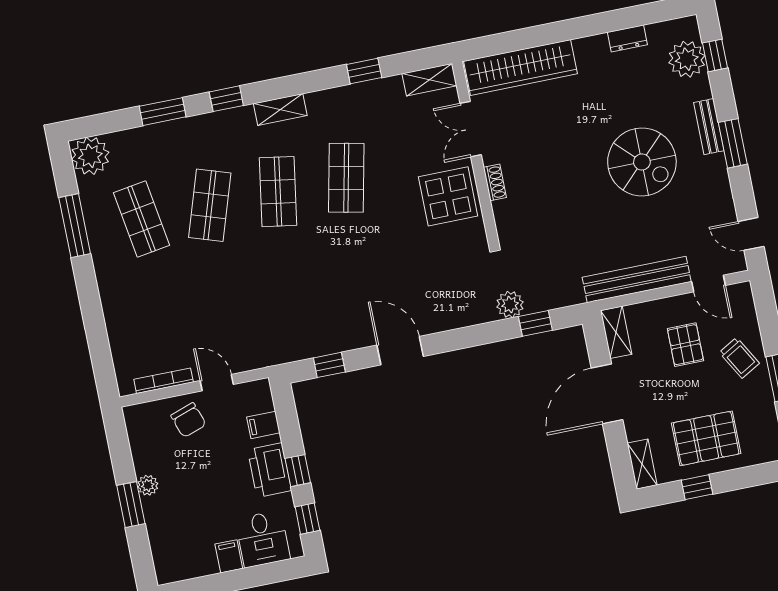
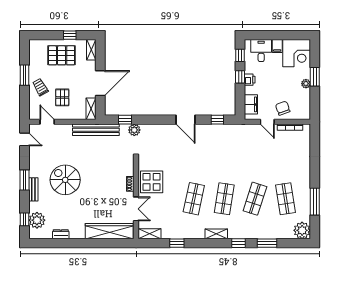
bench: (637, 279) -> (96, 130), moved
filing cabinet: (263, 425) -> (251, 104), width x2.00
printer: (270, 470) -> (250, 80), width x0.53, depth x0.68
corner desk: (182, 549) -> (297, 53), added

